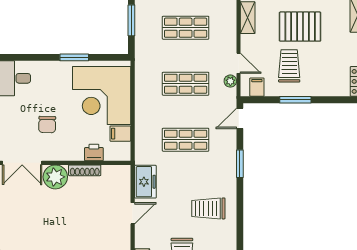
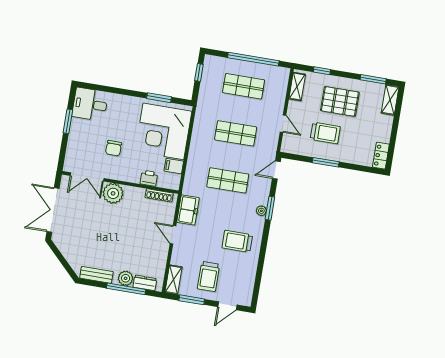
window: (131, 20) -> (199, 72), width x0.67
window: (74, 57) -> (159, 98), moved
trolley: (289, 66) -> (325, 133), turned 90
plant: (230, 81) -> (261, 211), moved
filing cabinet: (257, 87) -> (295, 146), removed
shoe rack: (85, 170) -> (159, 195), moved
door: (133, 213) -> (173, 235), swing flipped

